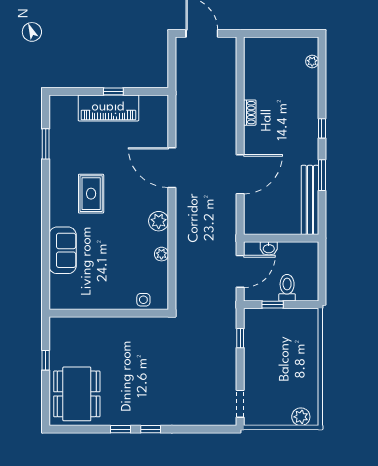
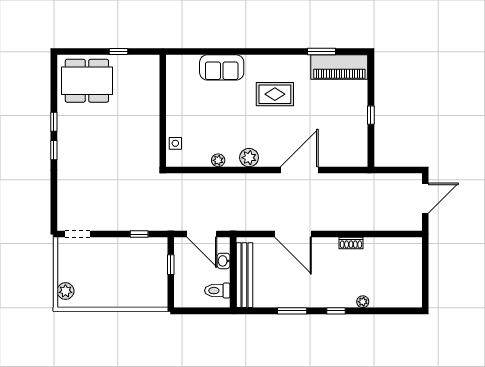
plant: (312, 61) -> (363, 302), moved
piano: (108, 108) -> (339, 67), moved, turned -90
bench: (310, 200) -> (244, 275), moved, turned 90
toilet: (287, 288) -> (217, 291), moved, turned 180

